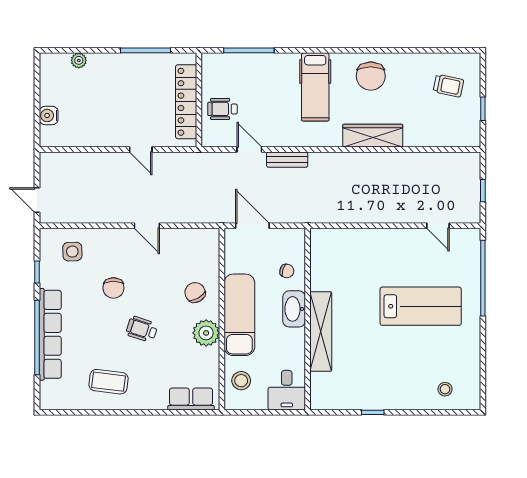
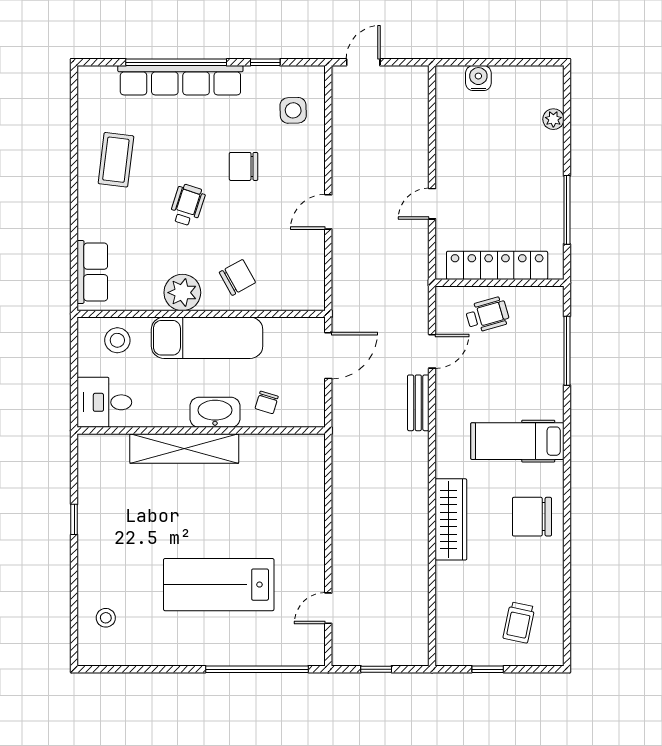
wheelchair: (222, 109) -> (487, 315), turned 74
lab bench: (421, 306) -> (219, 585), turned 90

